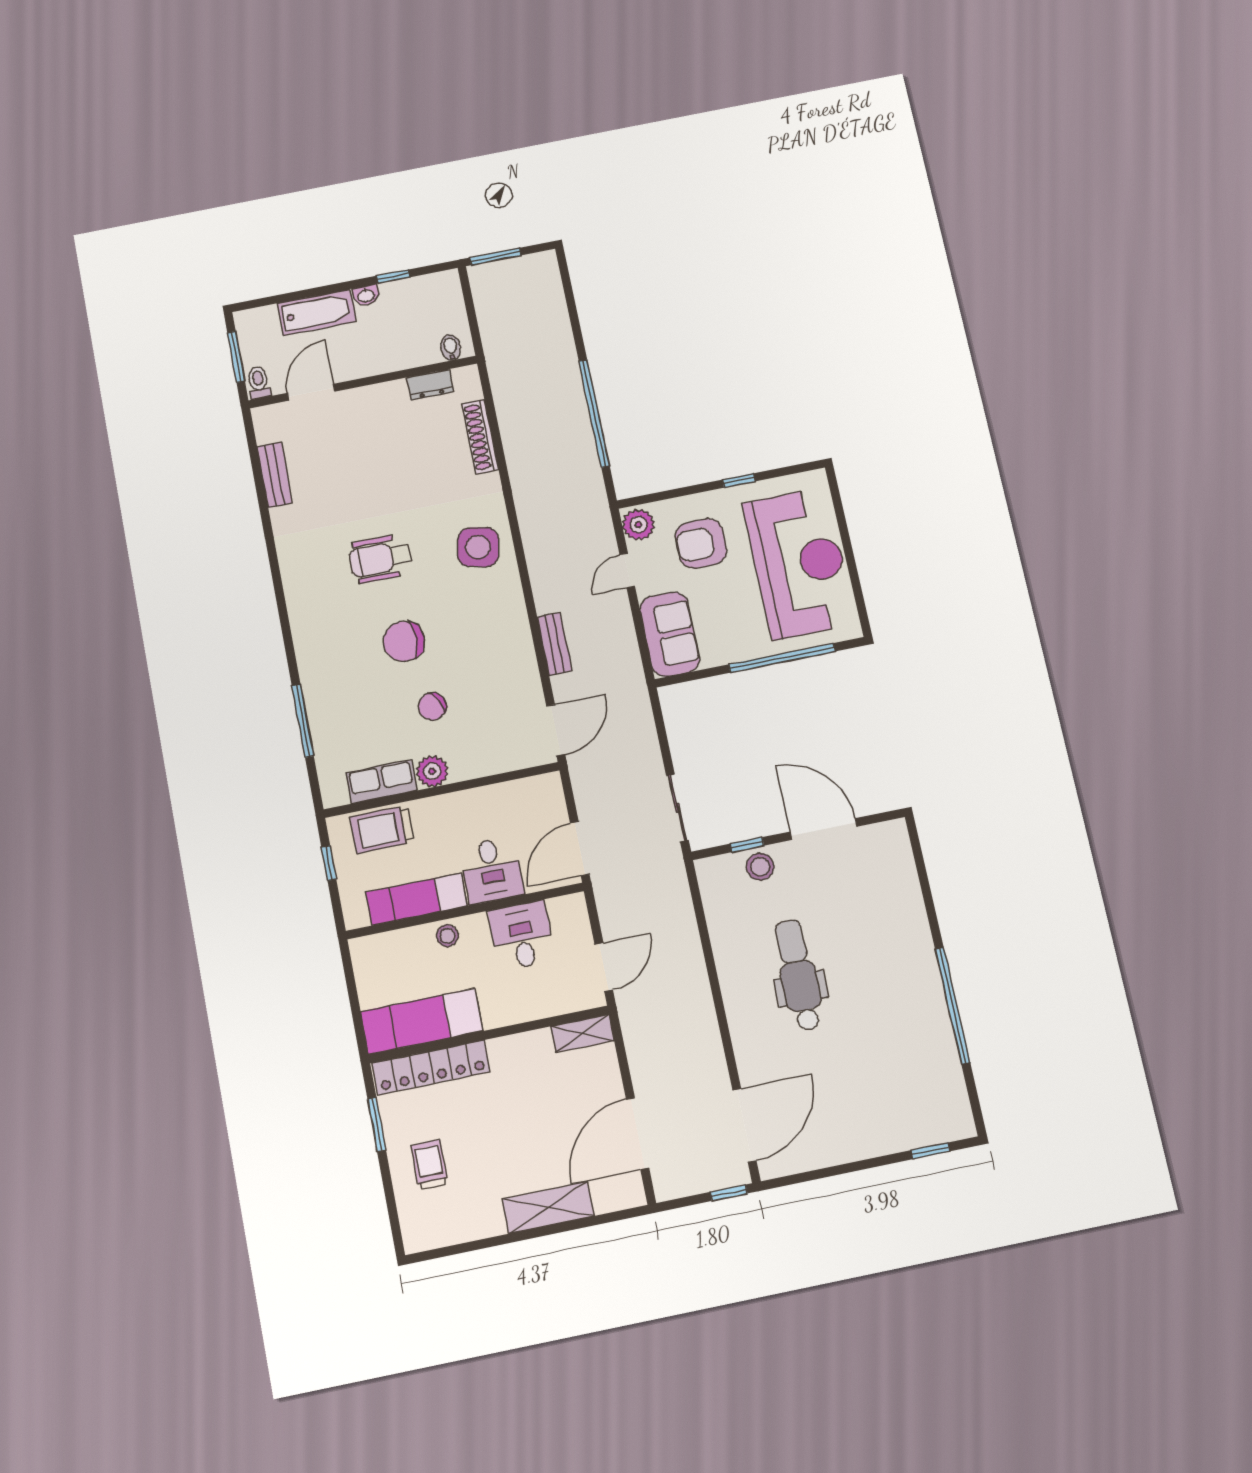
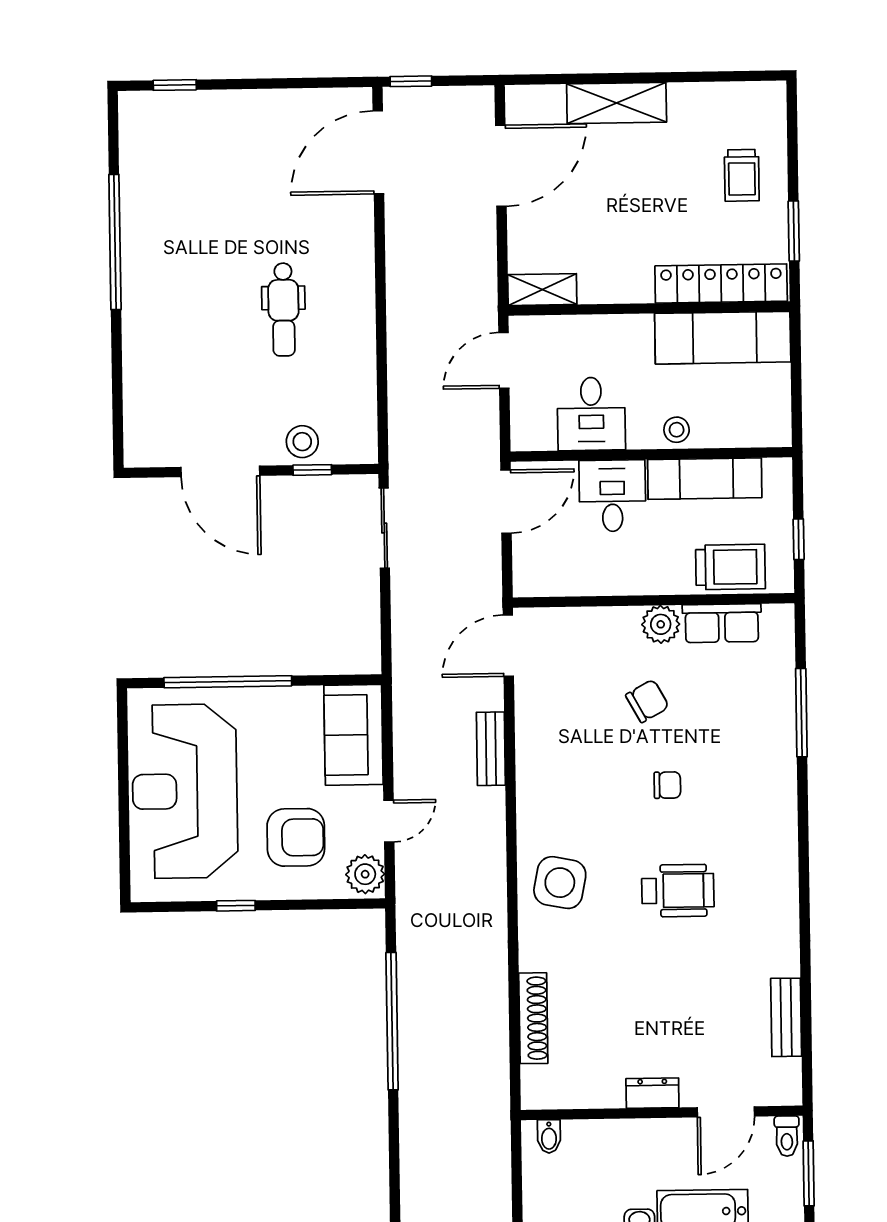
dresser: (430, 385) -> (652, 1093), moved
chair: (404, 641) -> (667, 785), width x0.54, depth x0.54
dental chair: (798, 975) -> (284, 309), width x0.73, depth x0.72

